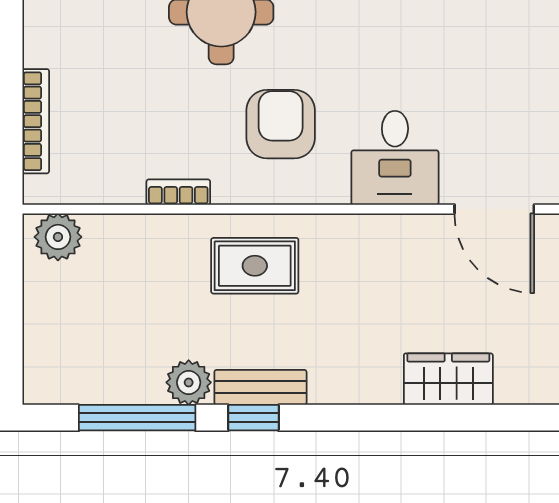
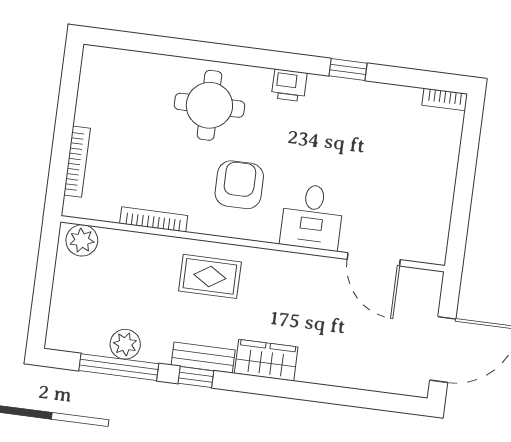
bookcase: (178, 192) -> (154, 219), width x1.56
wardrobe: (448, 379) -> (266, 360), moved
plant: (189, 382) -> (125, 344), moved

